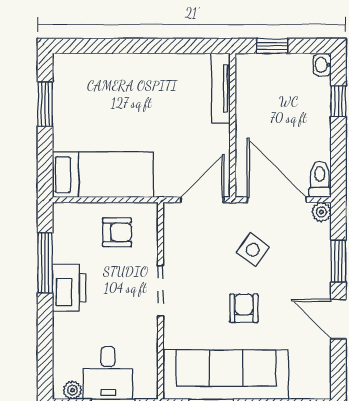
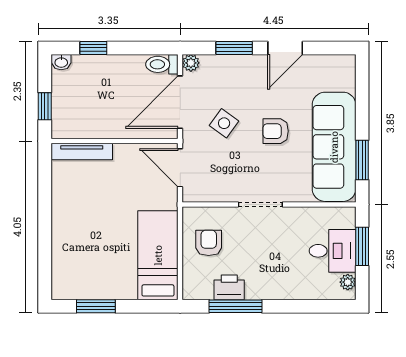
printer: (69, 288) -> (229, 287), moved, width x0.73, depth x0.84

